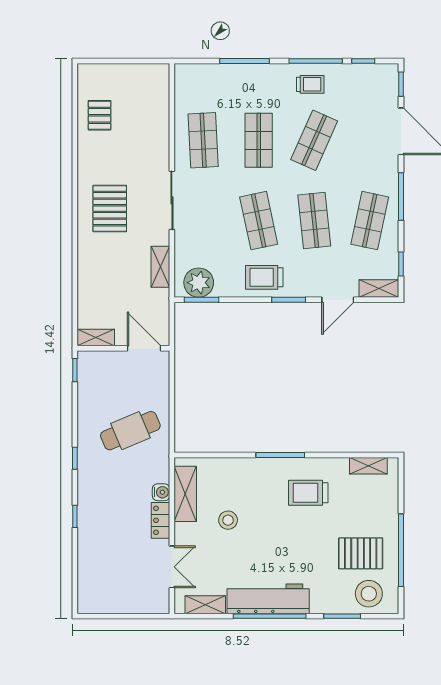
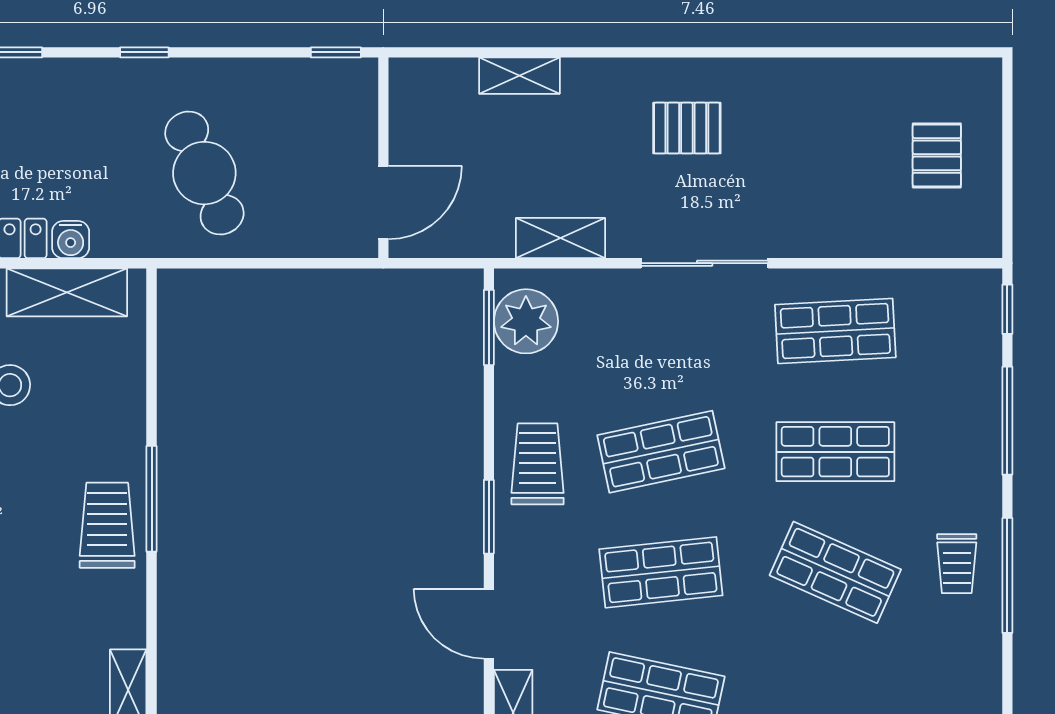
window: (363, 61) -> (1007, 309), moved
pallet: (100, 115) -> (937, 155), moved, turned 90
pallet: (110, 209) -> (687, 128), width x0.67, depth x0.71
shelving: (96, 338) -> (519, 76), moved, turned 90
trolley: (308, 493) -> (107, 525), moved

